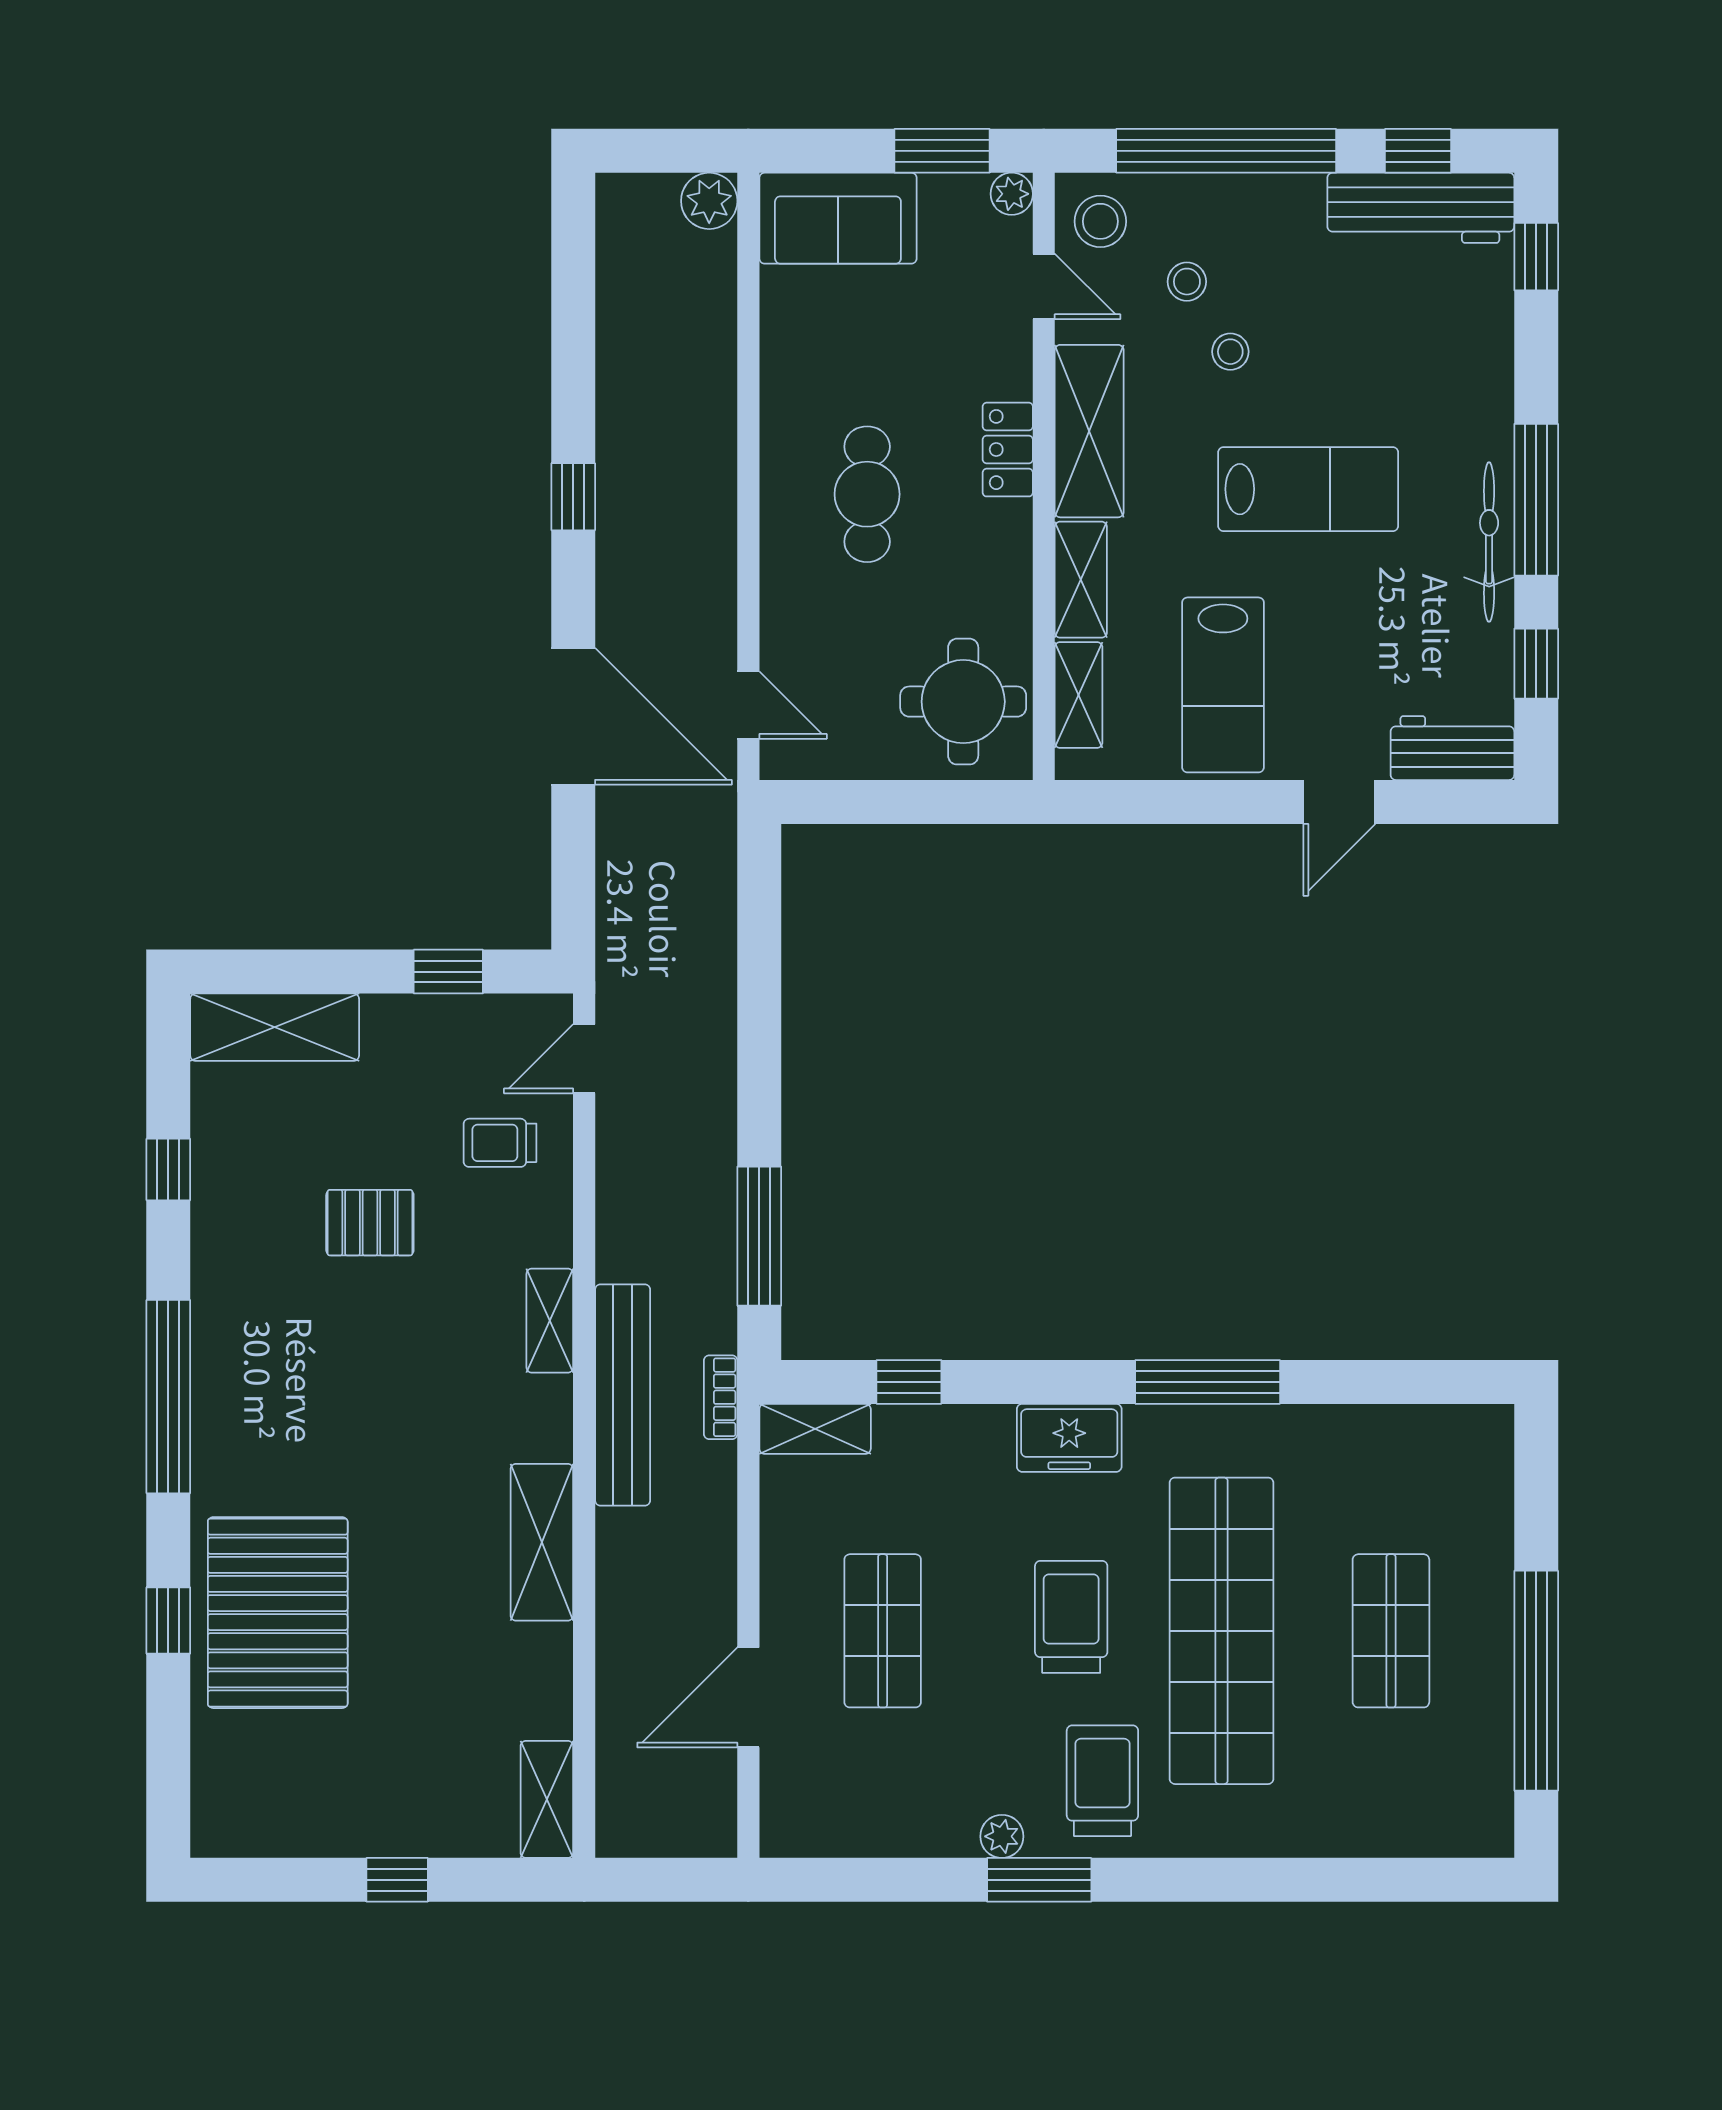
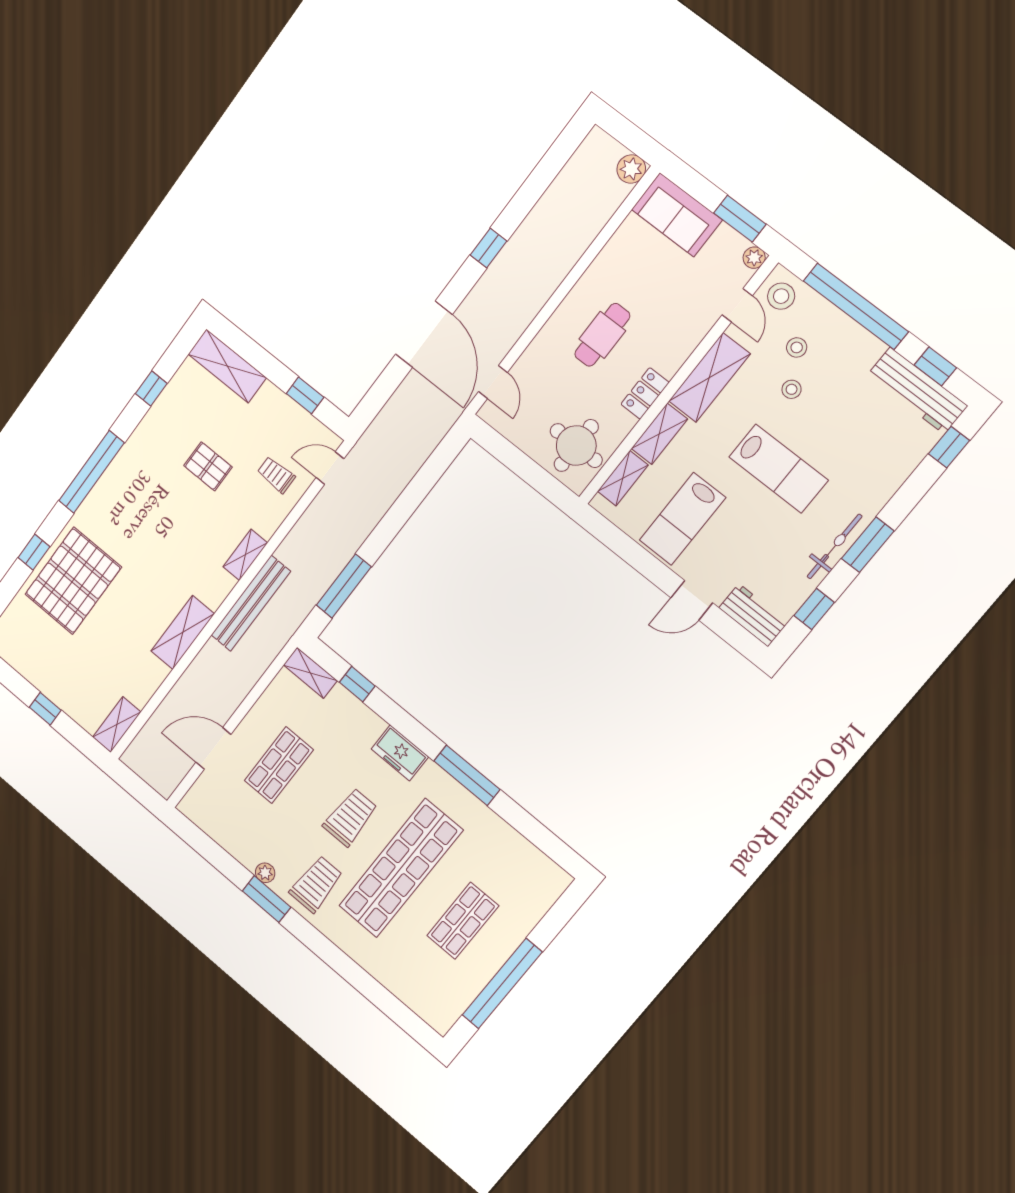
locker: (1008, 450) -> (645, 393), moved
window: (1536, 500) -> (868, 545), width x0.69
bookcase: (721, 1397) -> (285, 633), removed

